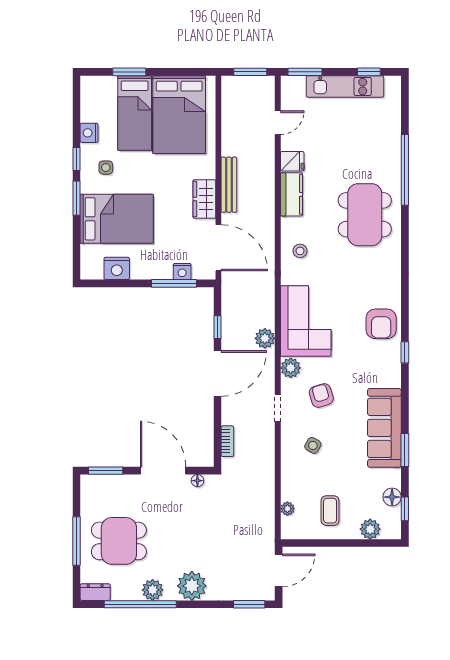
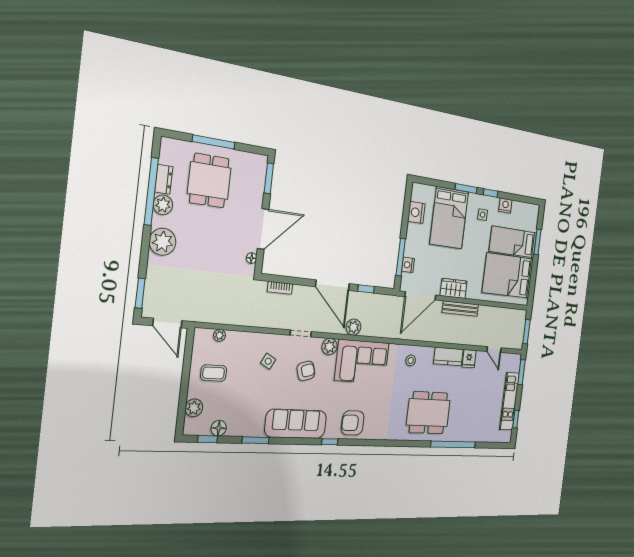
sofa: (384, 428) -> (296, 424), moved
dresser: (95, 592) -> (164, 179), moved

